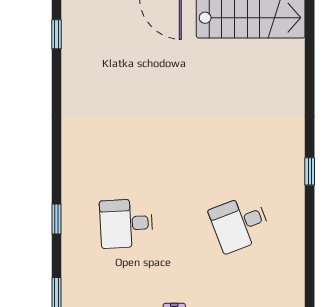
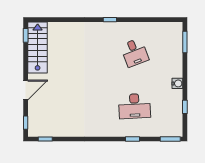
desk: (126, 223) -> (135, 106), width x1.37

